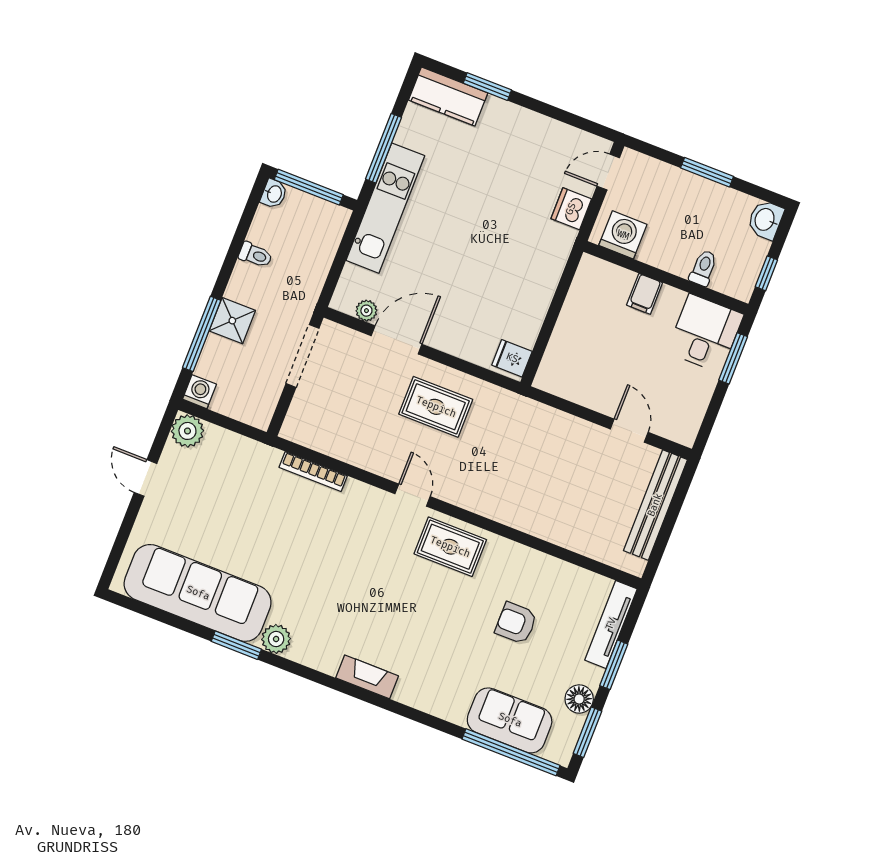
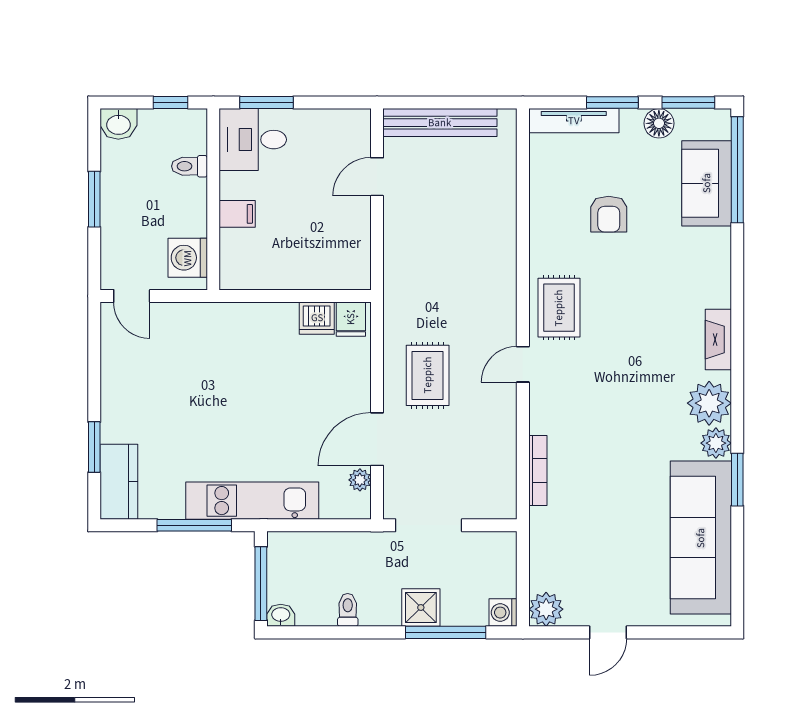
dishwasher: (571, 209) -> (317, 318), moved
door: (397, 340) -> (377, 439), hinge flipped
plant: (314, 647) -> (709, 403), added

